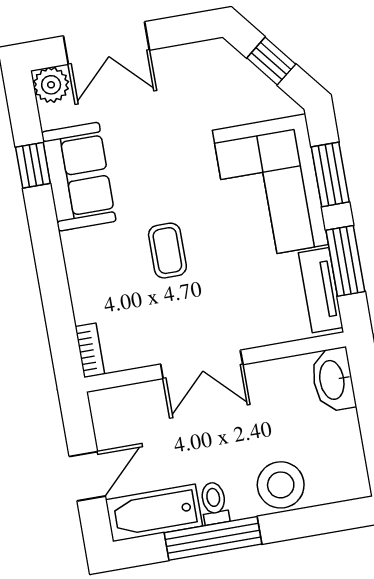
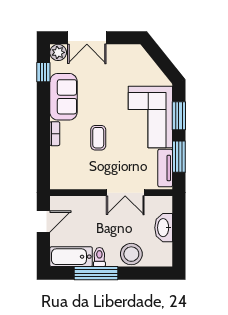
window: (271, 61) -> (161, 59), removed
window: (33, 165) -> (43, 72), moved
bookcase: (90, 350) -> (55, 134), moved
double door: (202, 364) -> (125, 193), moved
washbasin: (333, 380) -> (164, 228), moved
door: (87, 476) -> (43, 222), moved

